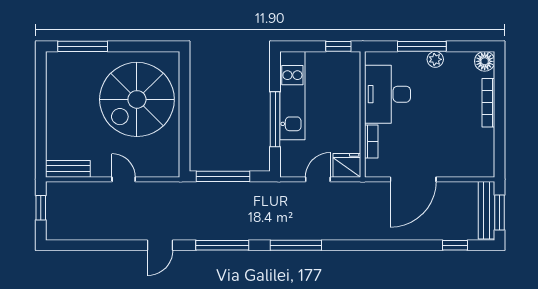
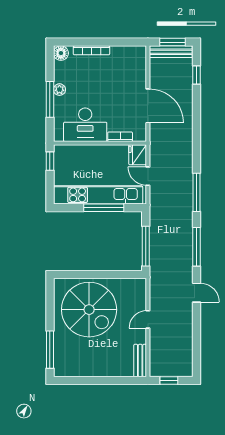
kitchen unit: (292, 96) -> (98, 195), width x1.36

